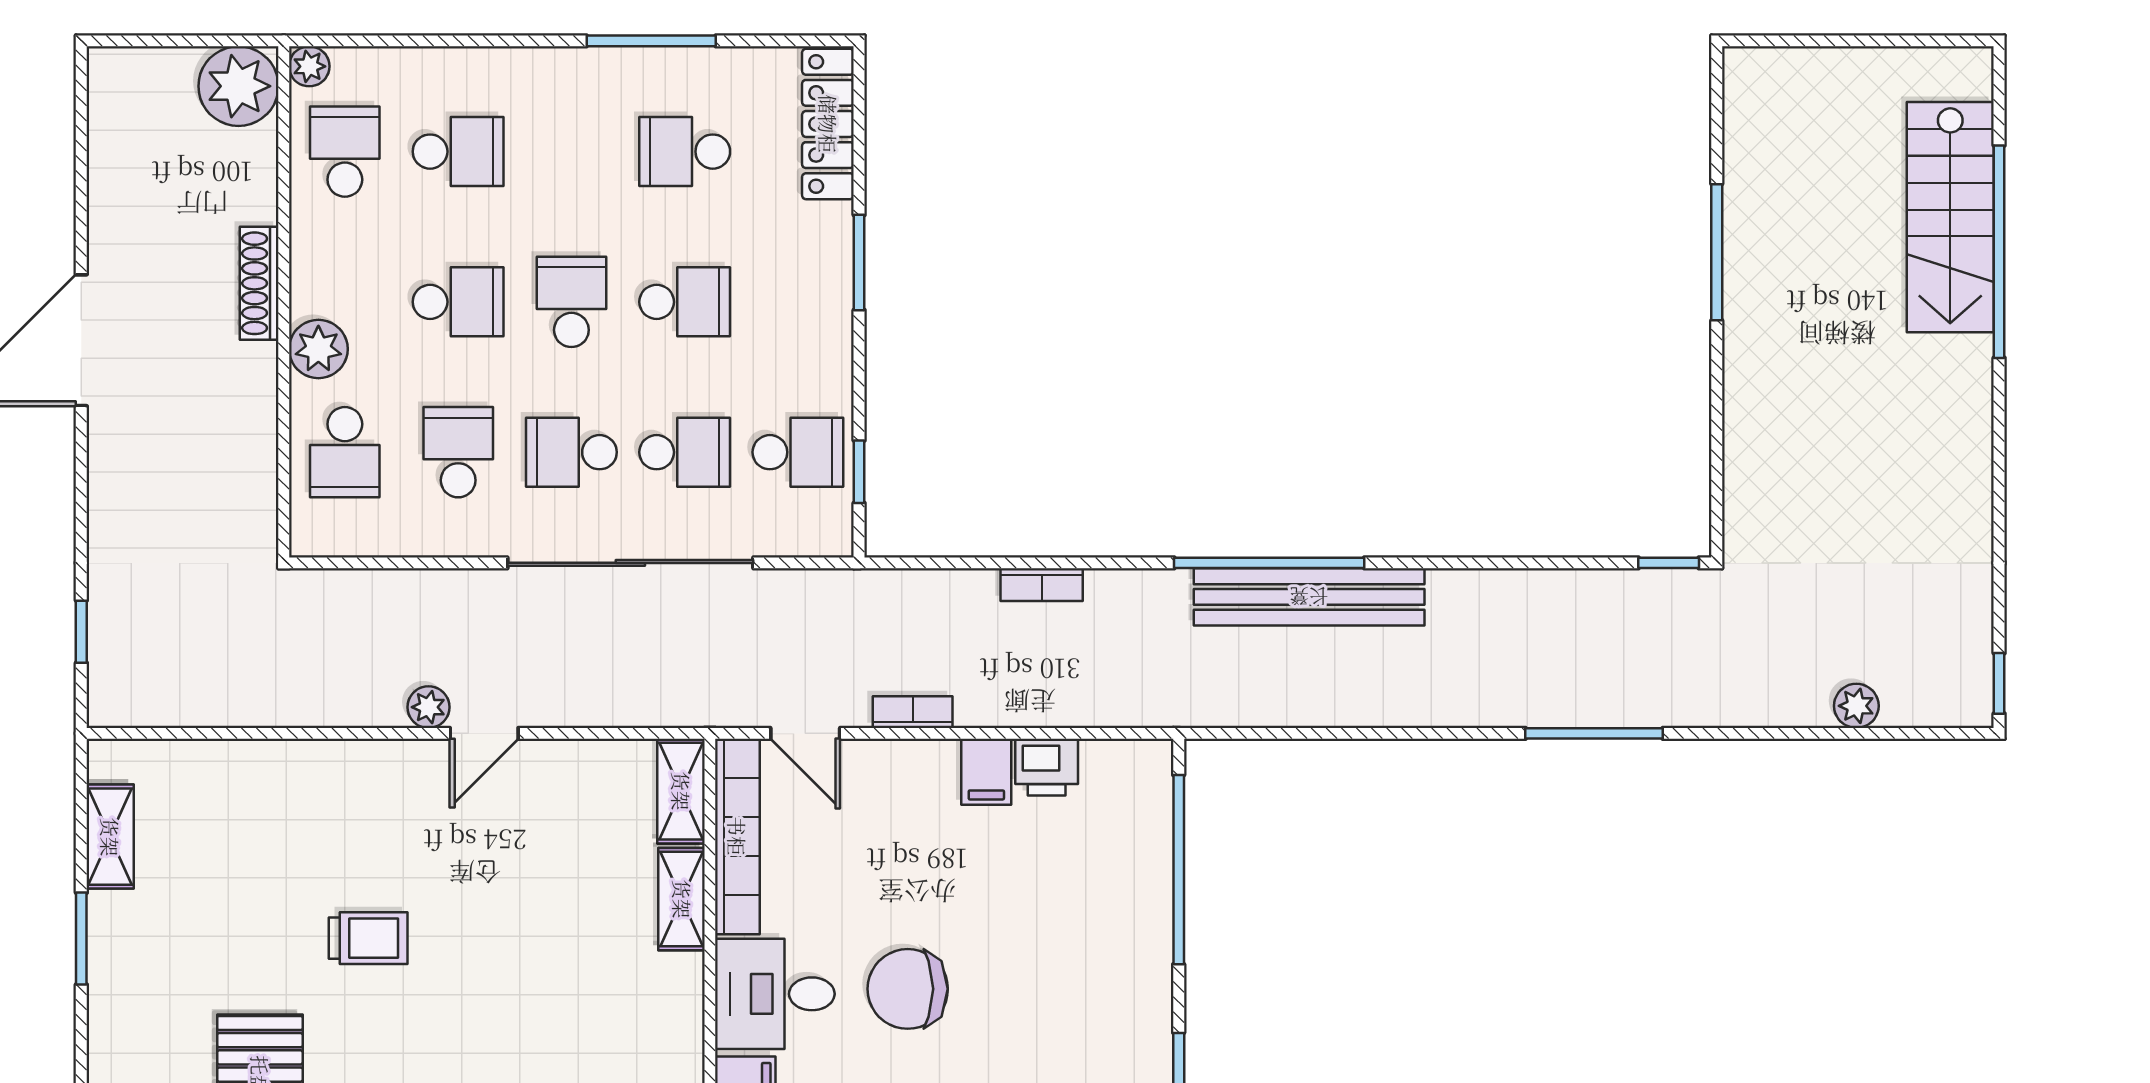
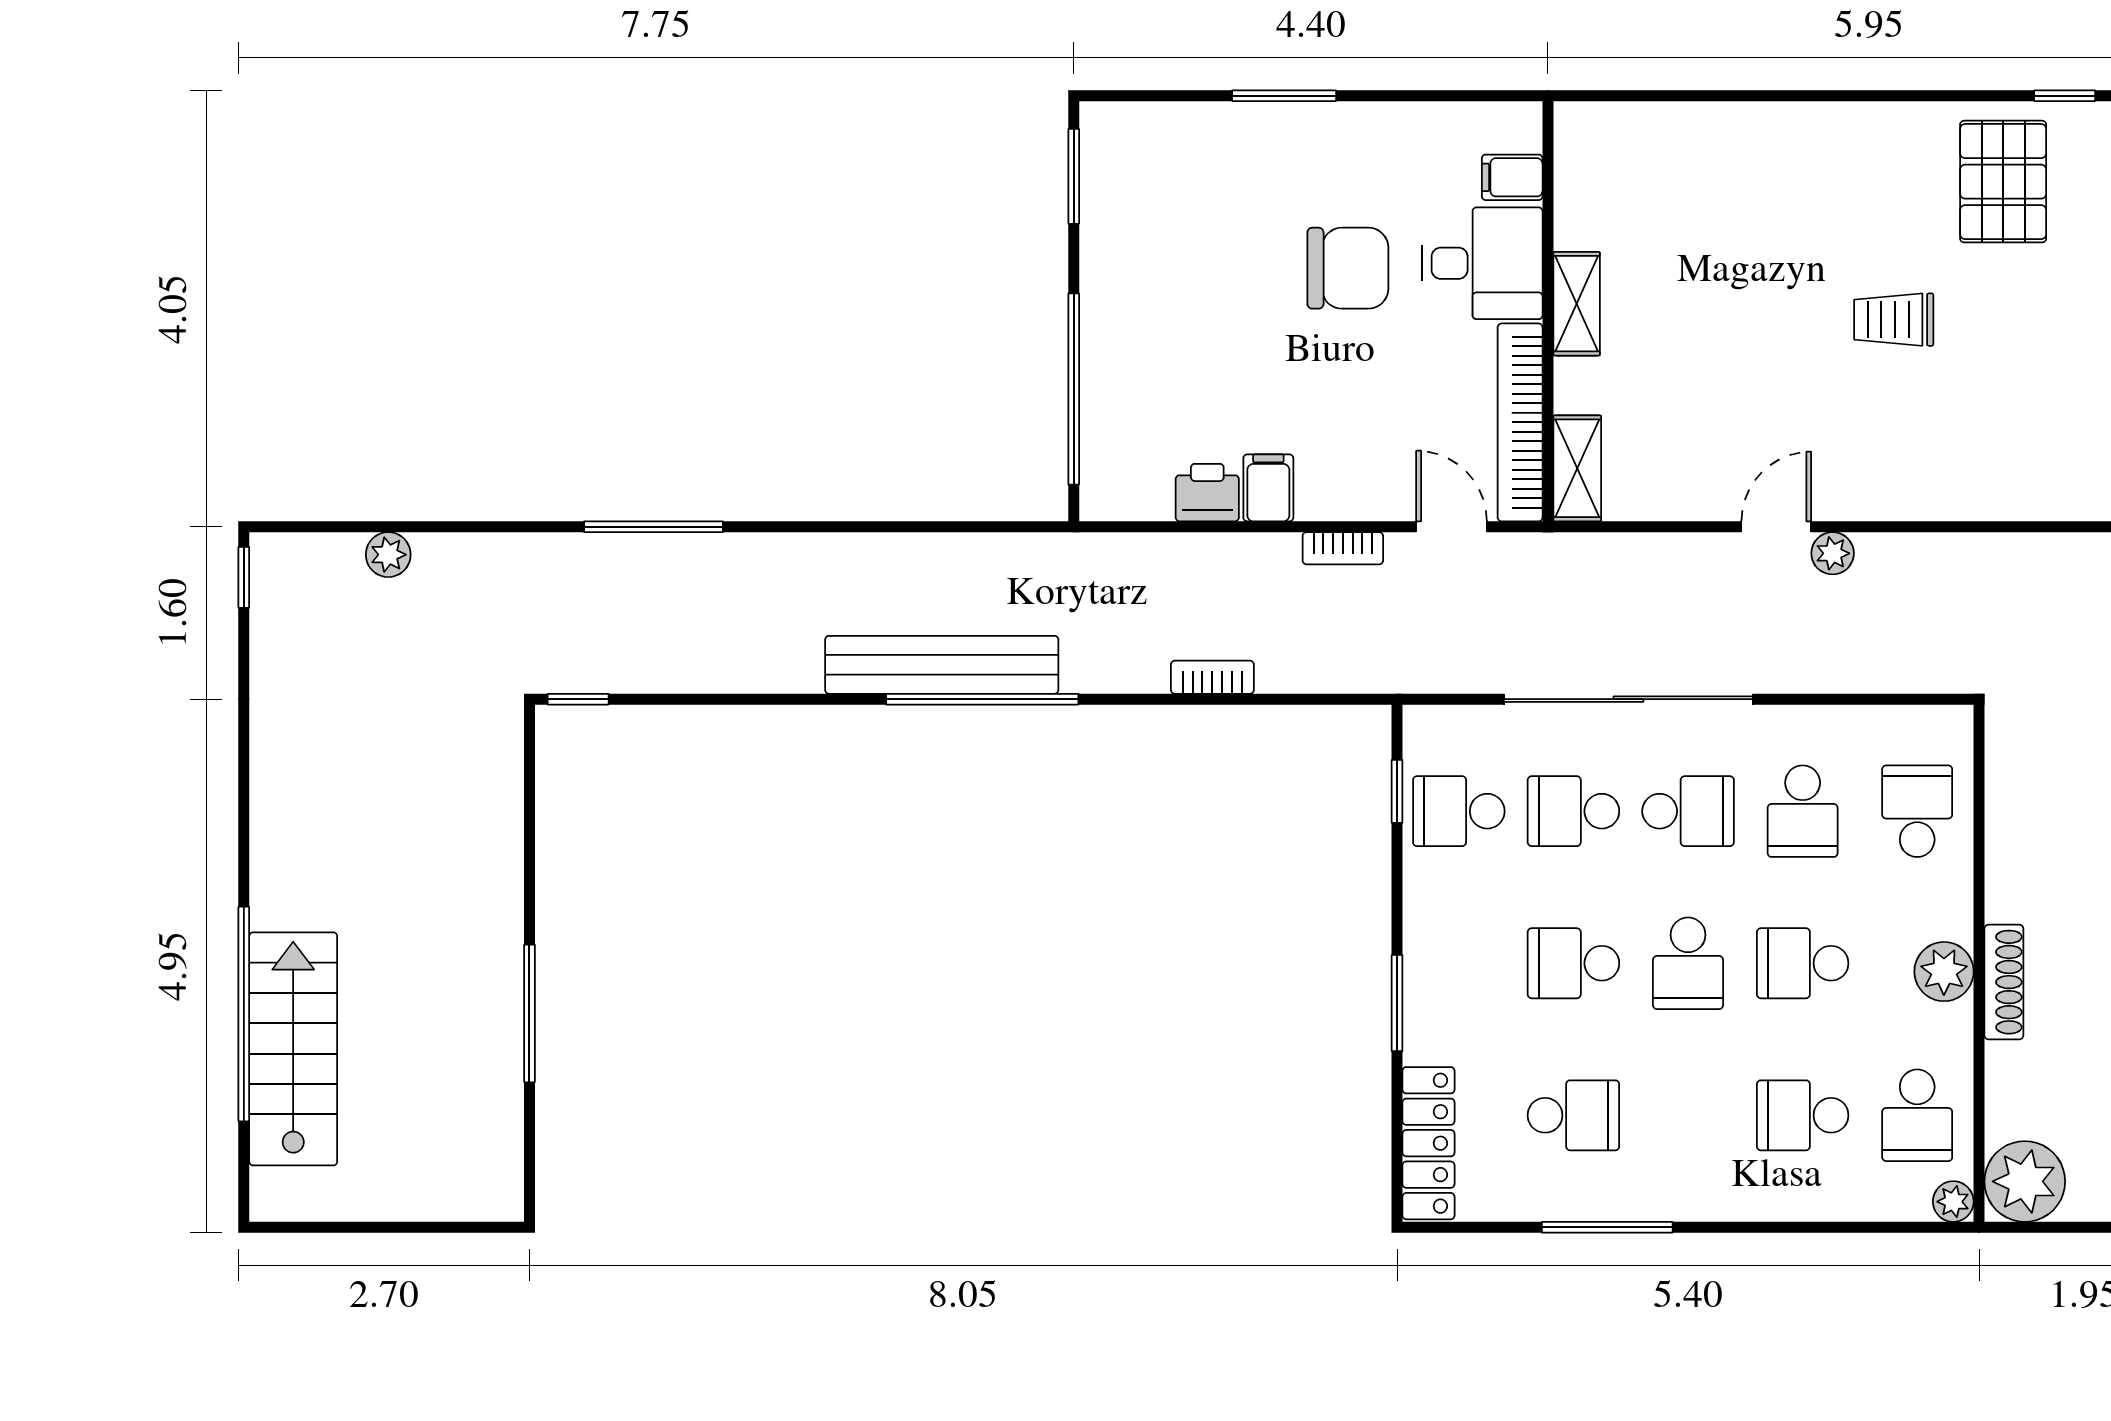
plant: (318, 349) -> (1944, 972), moved
shelving: (682, 899) -> (1577, 304), moved

